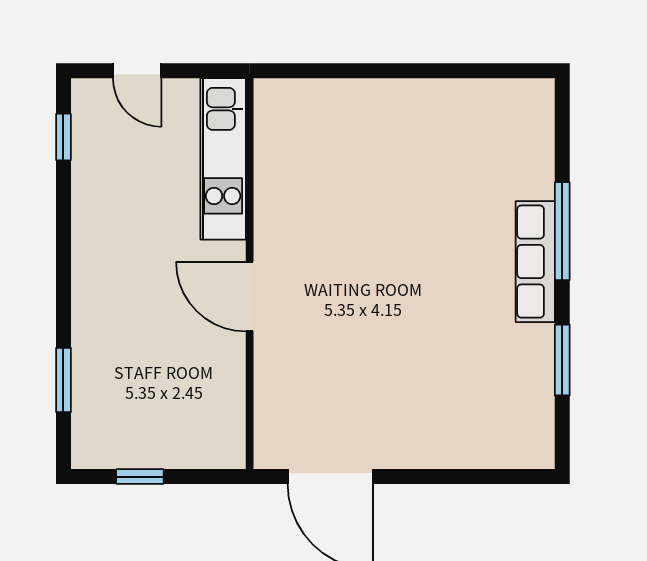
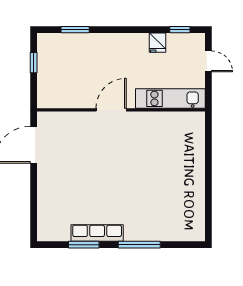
door: (137, 71) -> (208, 61), swing flipped
fridge: (93, 189) -> (157, 43), added
row of seats: (535, 262) -> (97, 233), moved

